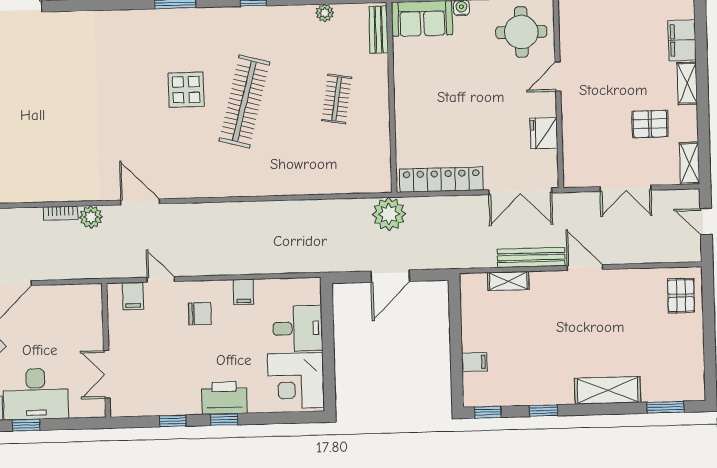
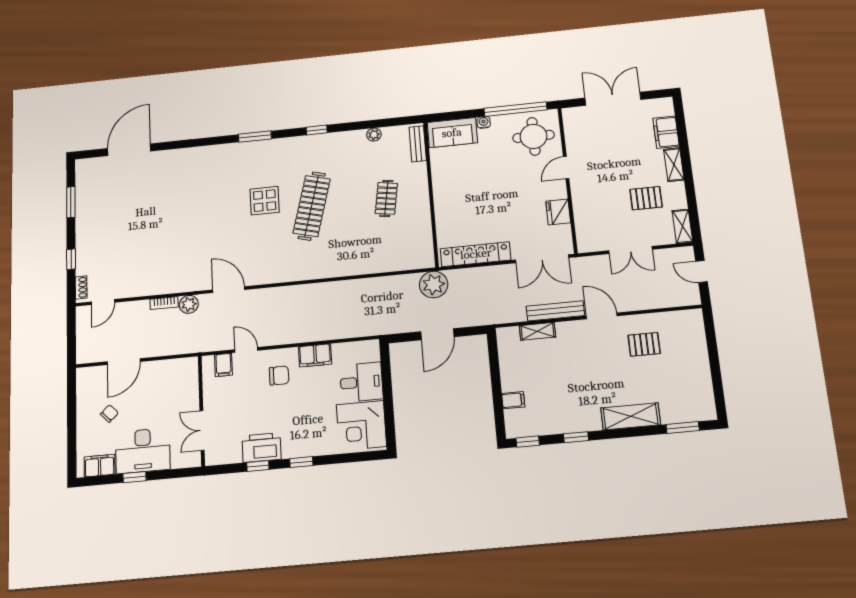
filing cabinet: (243, 292) -> (315, 355), width x2.00
pallet: (681, 296) -> (644, 344), moved, turned 90
printer: (224, 398) -> (262, 448), moved

